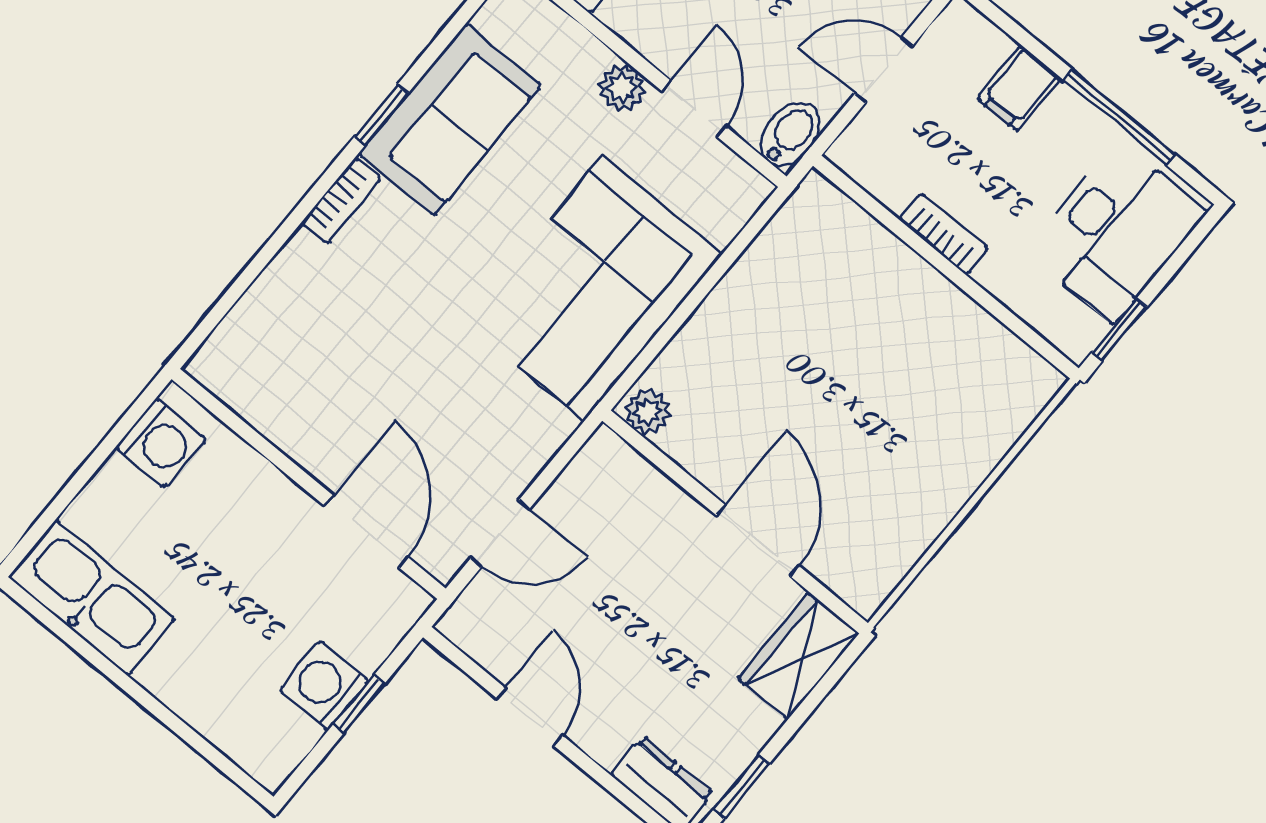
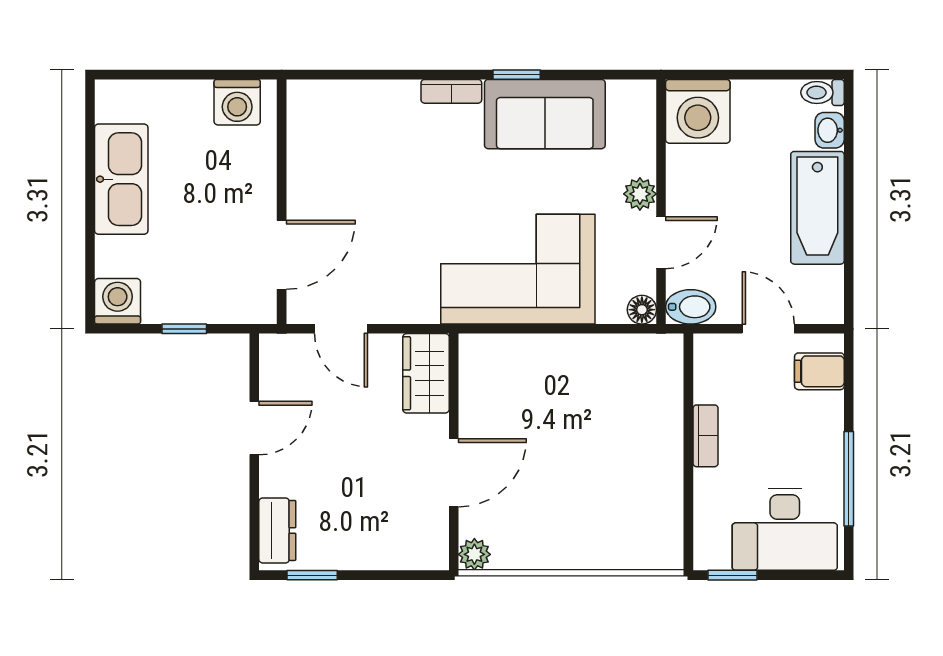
filing cabinet: (1019, 88) -> (819, 371), moved
floor lamp: (750, 190) -> (642, 310), added
plant: (648, 412) -> (474, 554), moved
kitchen sink: (92, 598) -> (121, 179), moved
wardrobe: (799, 656) -> (426, 373), moved, turned -90
washing machine: (324, 685) -> (118, 301), moved

